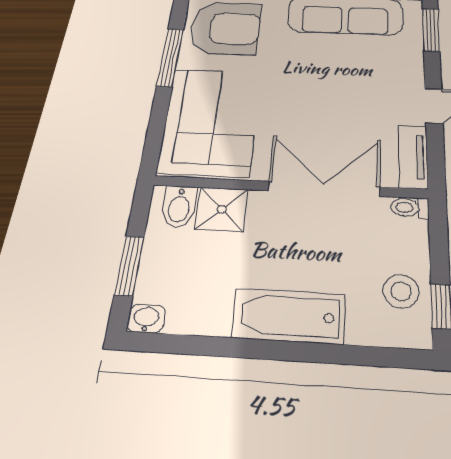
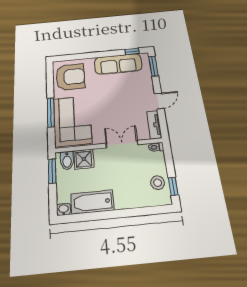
window: (170, 57) -> (51, 112), moved
double door: (324, 189) -> (122, 144), width x0.73
window: (129, 265) -> (52, 171), moved
bathtub: (289, 316) -> (92, 202), moved

